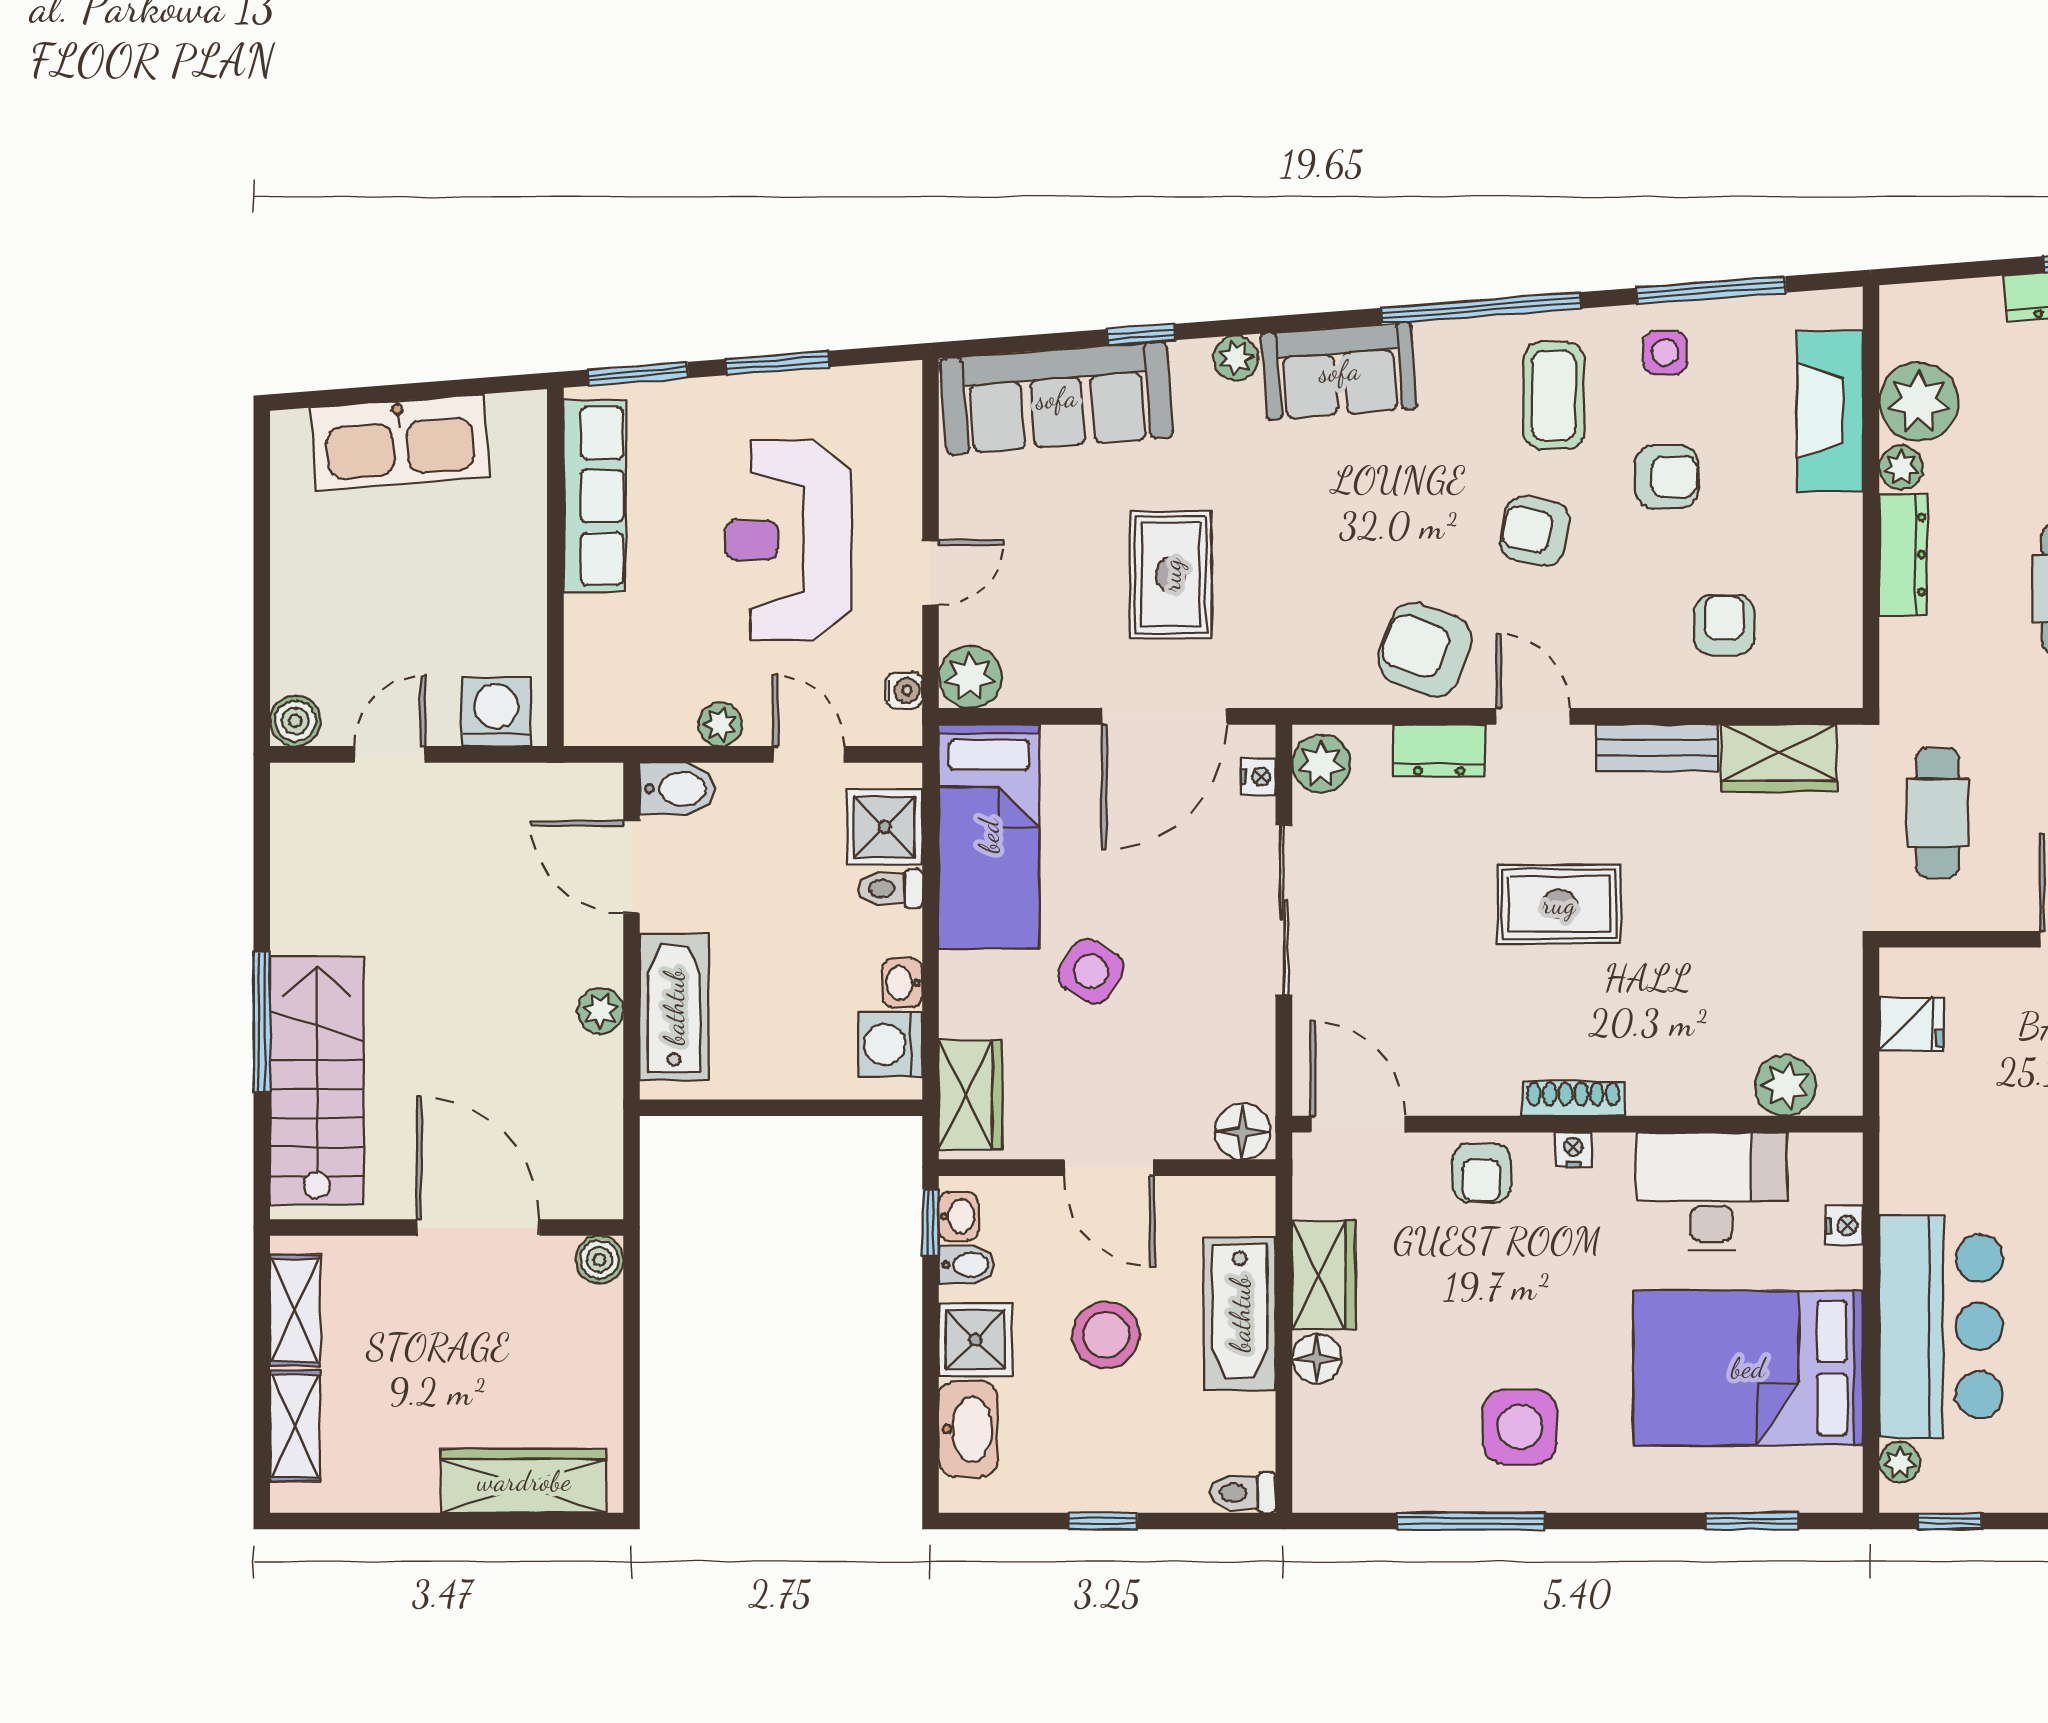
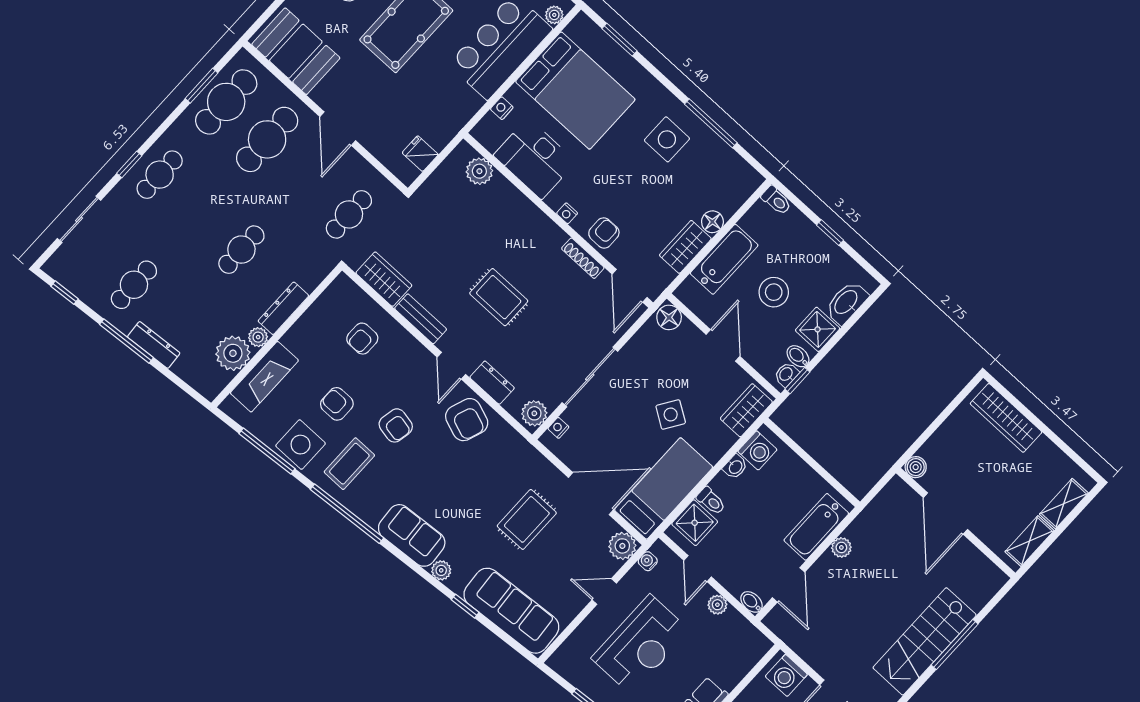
side table: (1665, 353) -> (301, 445), width x1.87, depth x1.87
door: (1164, 716) -> (591, 494), moved
bidet: (677, 789) -> (752, 602), width x0.72, depth x0.74
stairs: (317, 1081) -> (925, 641), moved
shoe rack: (1573, 1099) -> (583, 258), moved

